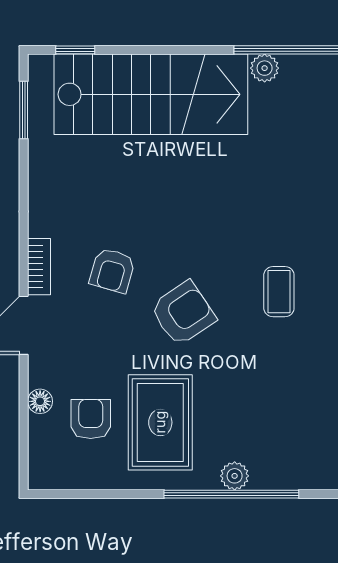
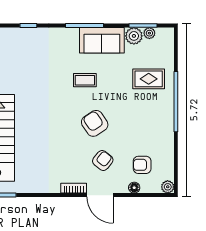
armchair: (112, 270) -> (103, 160), moved, turned -67
rug: (160, 422) -> (149, 79), moved, width x0.73, depth x0.70
plant: (235, 476) -> (168, 187), moved

